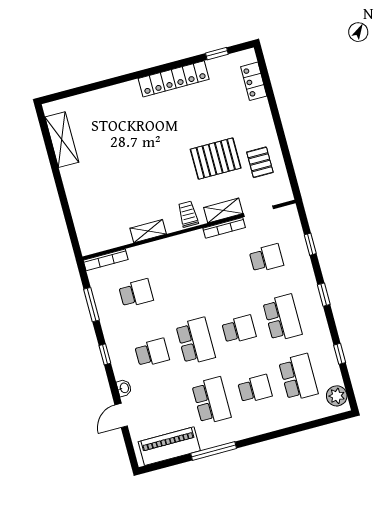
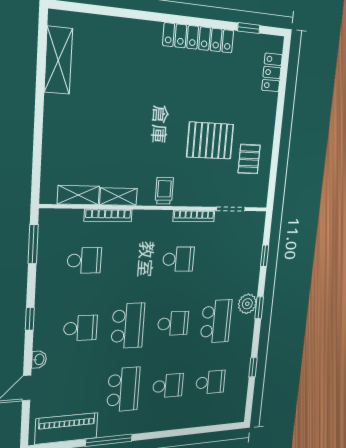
shelving: (223, 210) -> (78, 195), moved
school desk: (266, 258) -> (178, 259), moved
bookcase: (106, 260) -> (108, 215), moved
window: (92, 305) -> (33, 244), moved
school desk: (298, 377) -> (210, 382), width x0.54
plant: (337, 396) -> (247, 304), moved

